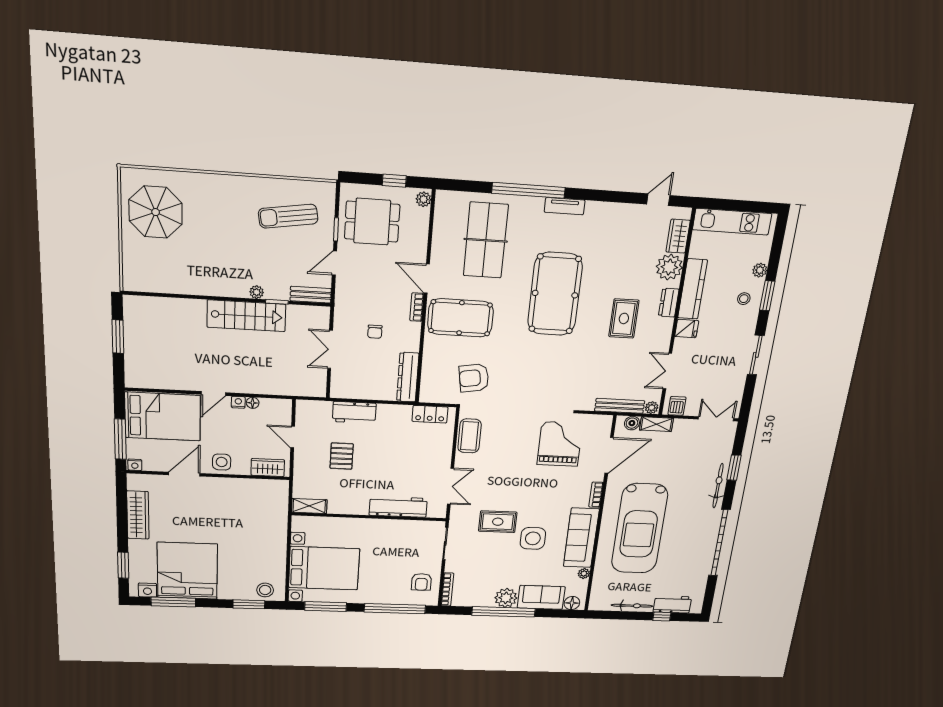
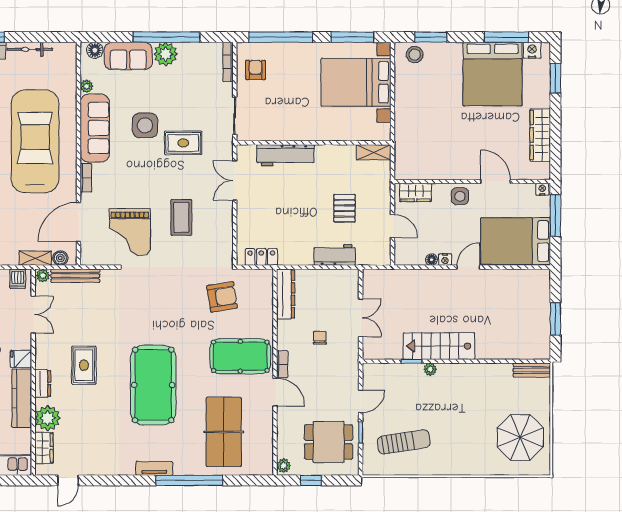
bench: (311, 295) -> (532, 370), moved
coffee table: (470, 436) -> (181, 217), moved
door: (184, 474) -> (495, 182), swing flipped

